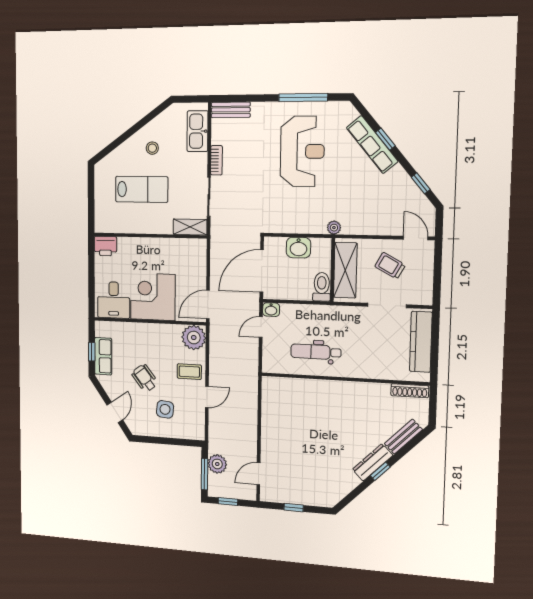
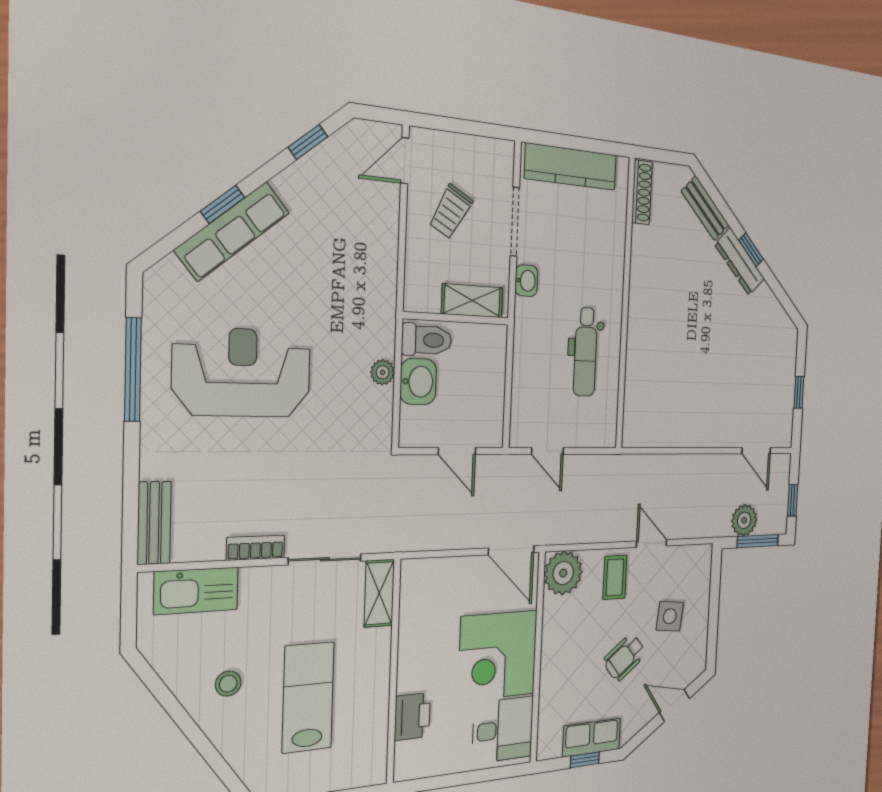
plant: (334, 228) -> (383, 372), moved
printer: (105, 246) -> (412, 716), moved
shelving: (345, 270) -> (472, 301), width x0.67, depth x0.75
door: (262, 271) -> (457, 451), width x0.53
toilet: (322, 287) -> (427, 340), moved, turned 180
washbasin: (271, 310) -> (526, 281), moved

